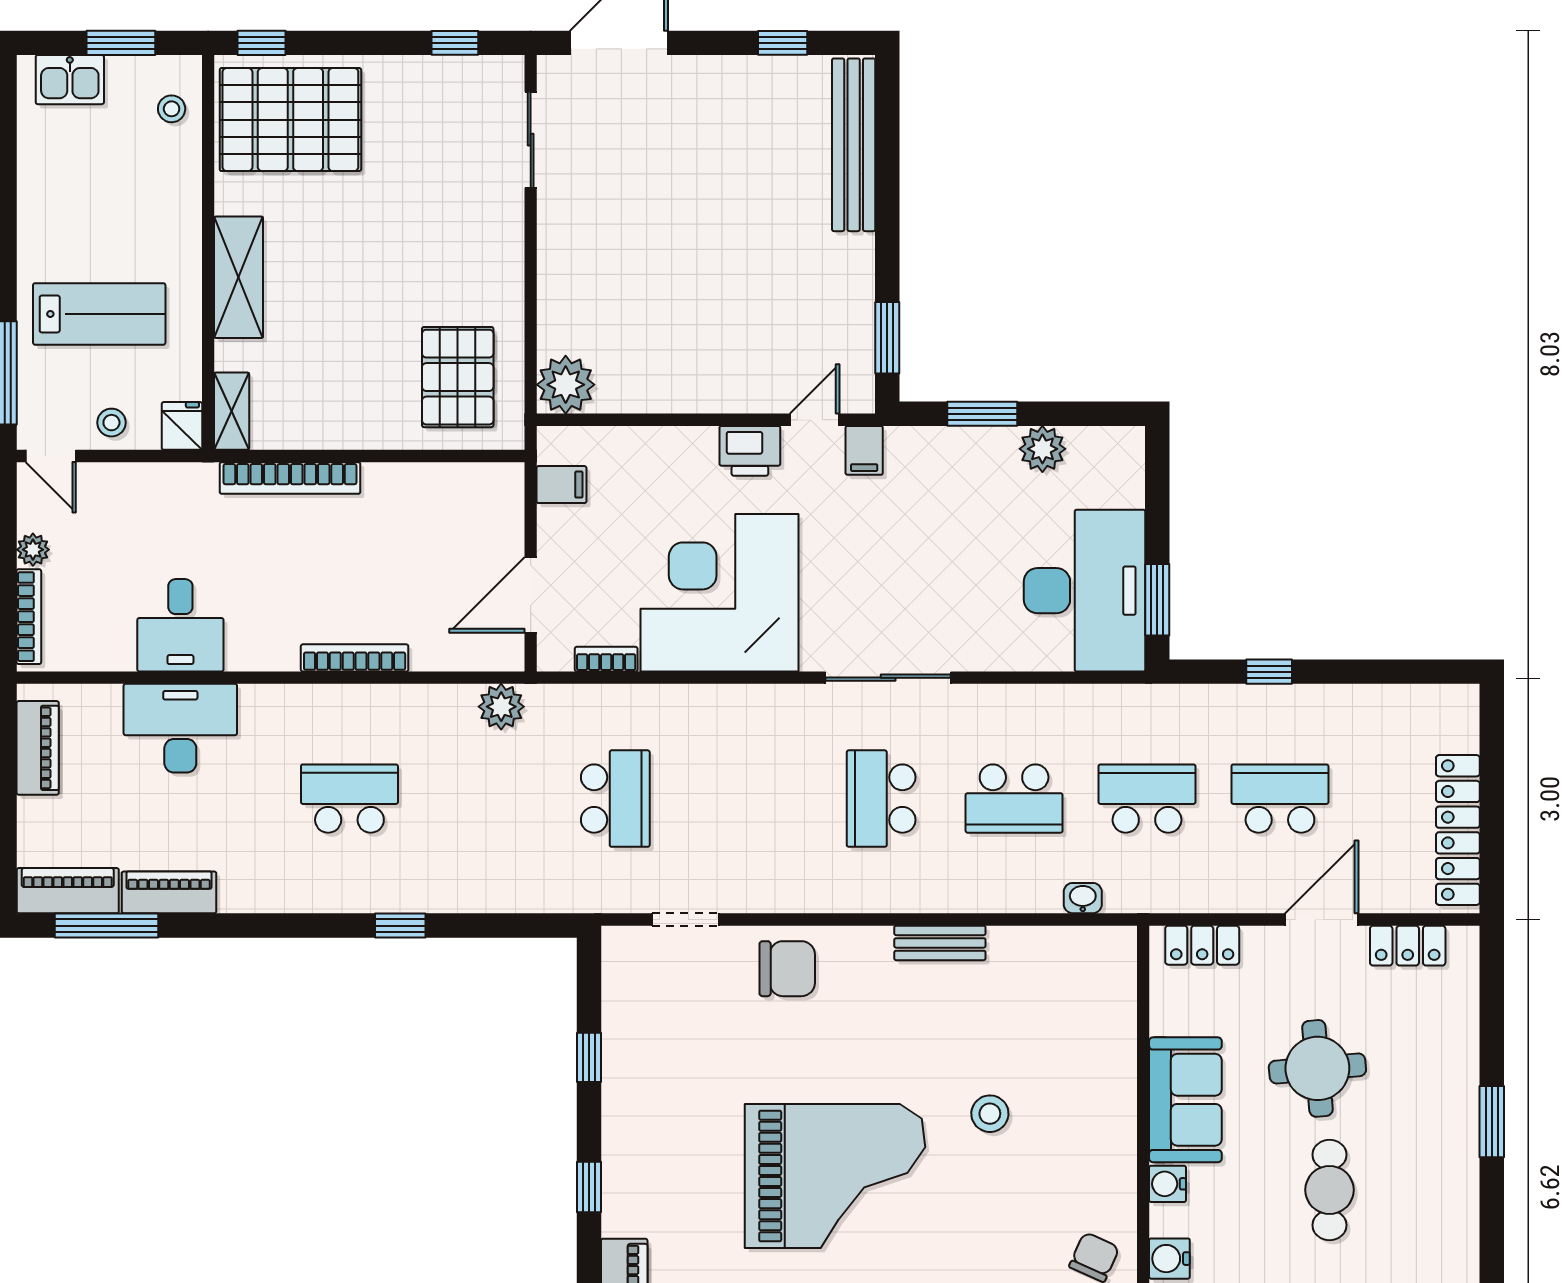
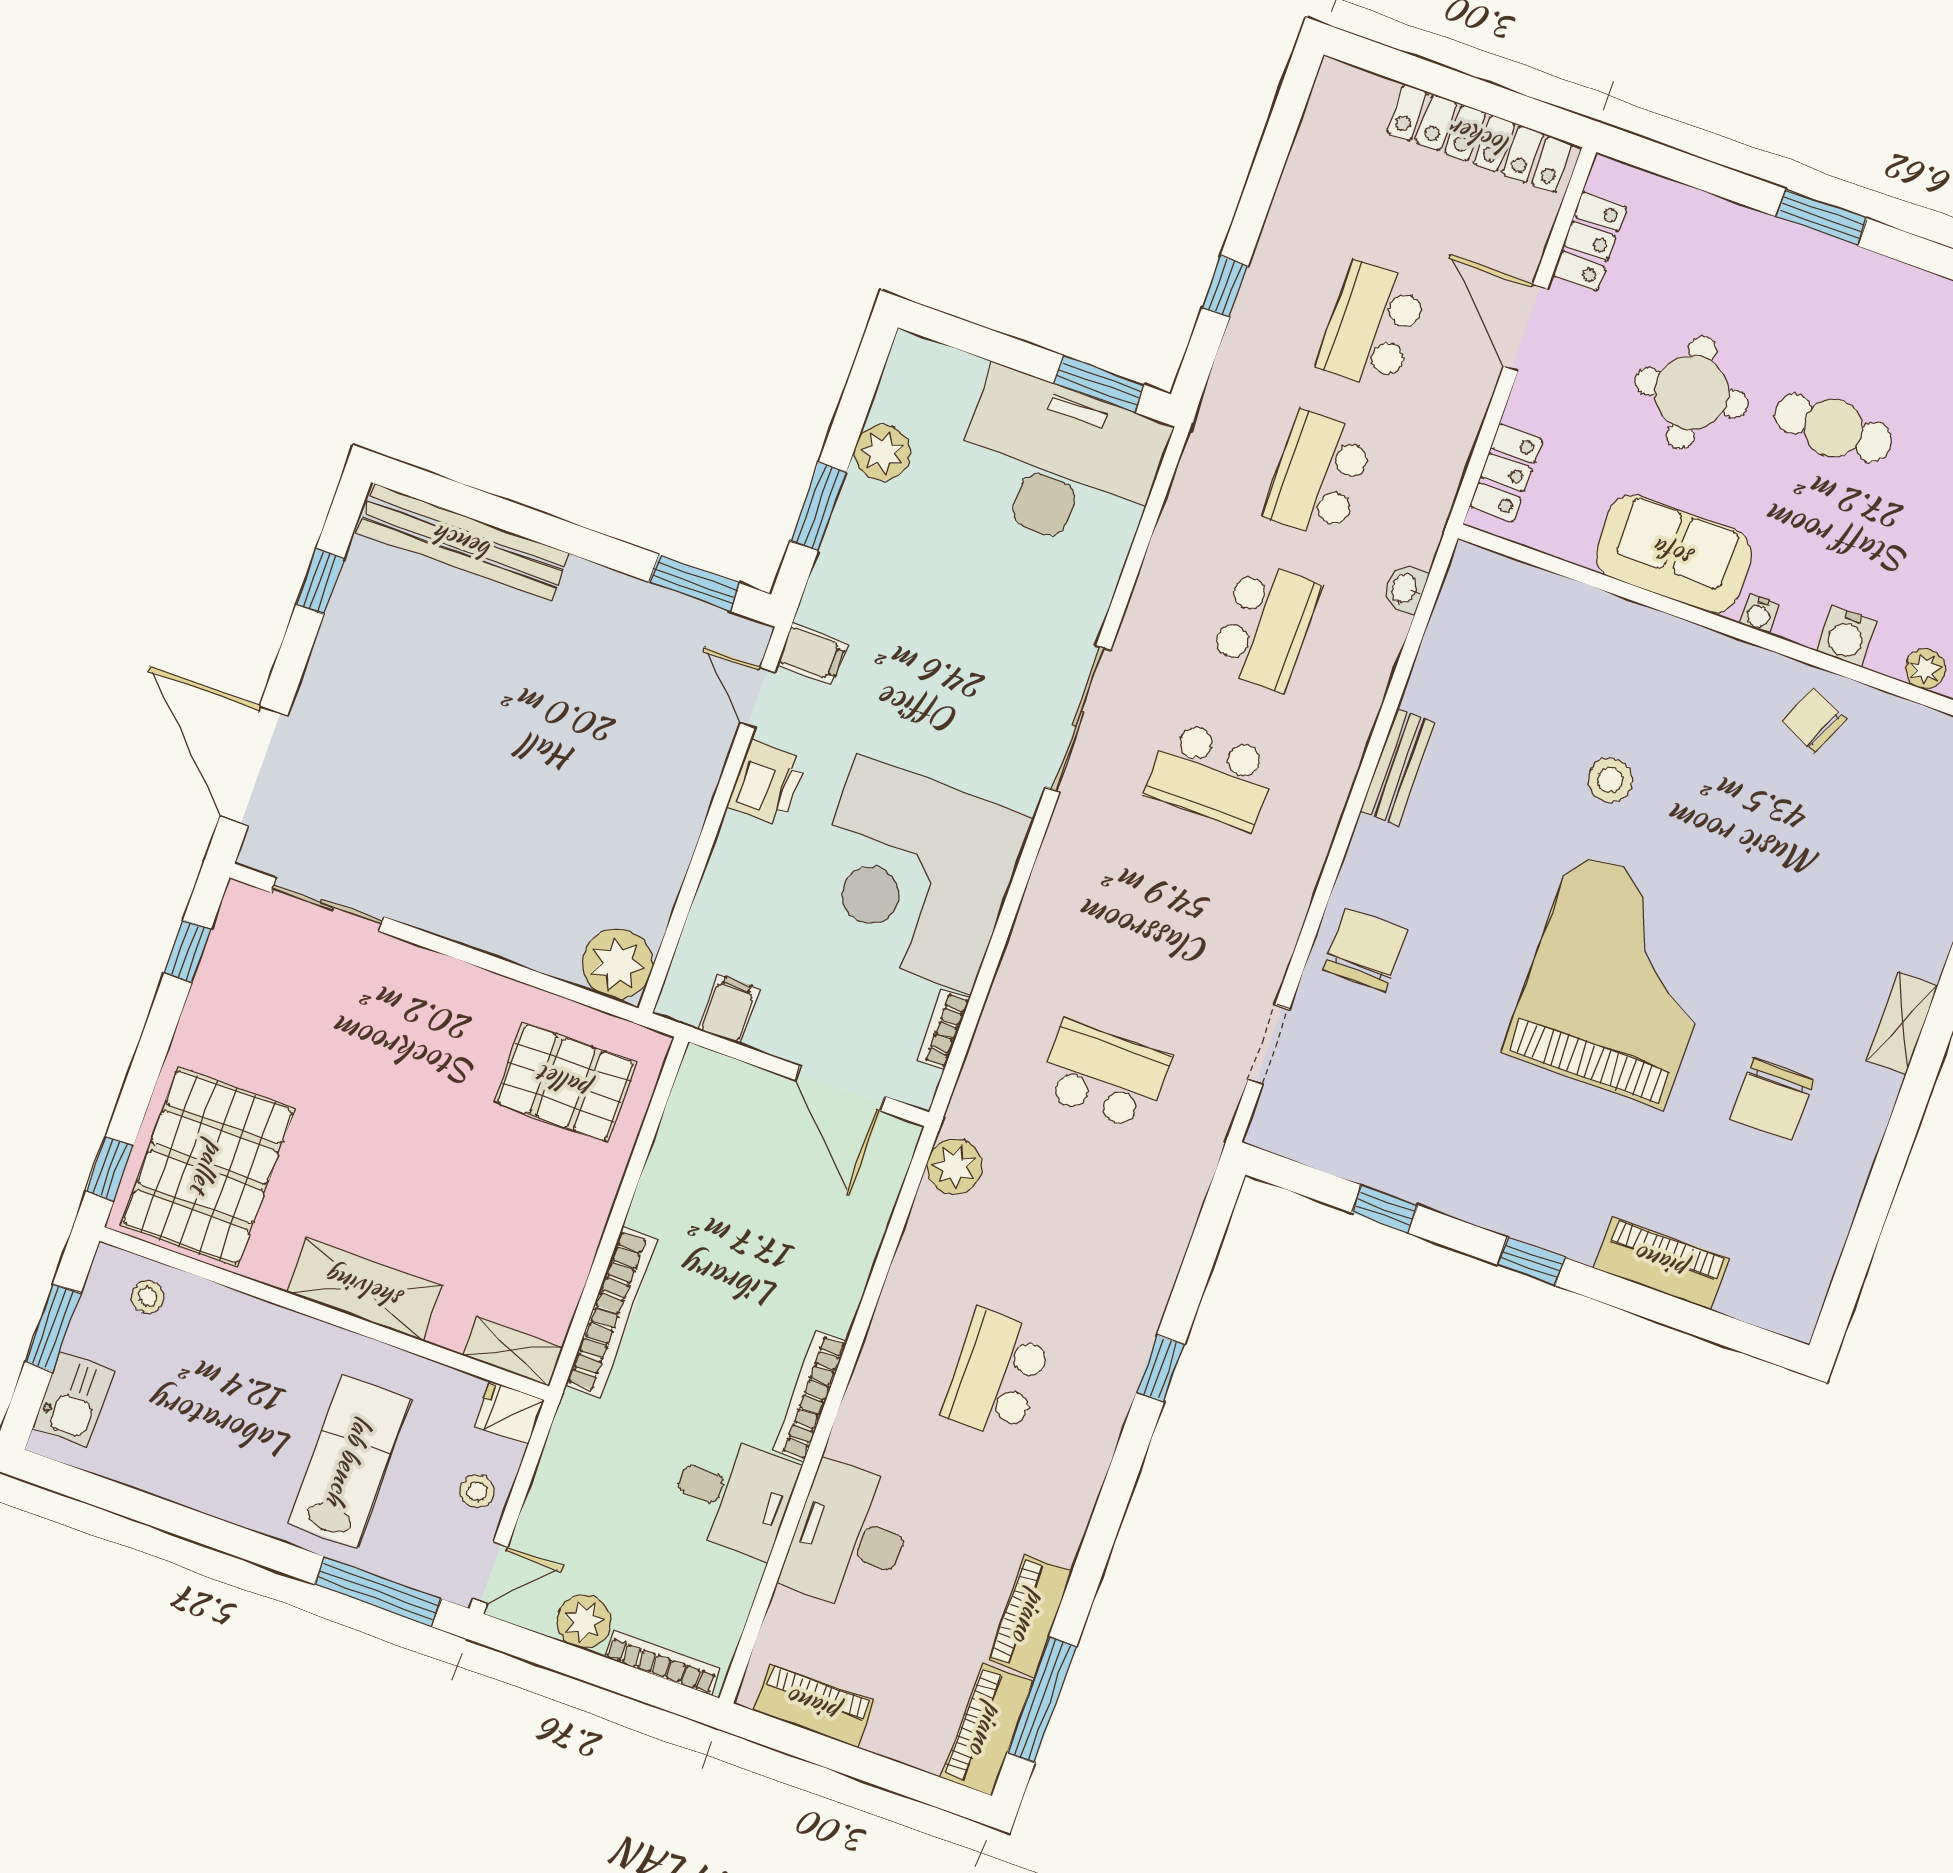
plant: (33, 550) -> (584, 1622), width x1.38, depth x1.38
bookcase: (355, 658) -> (810, 1396), moved
water cooler: (1168, 1184) -> (1759, 614), width x0.72, depth x0.72

